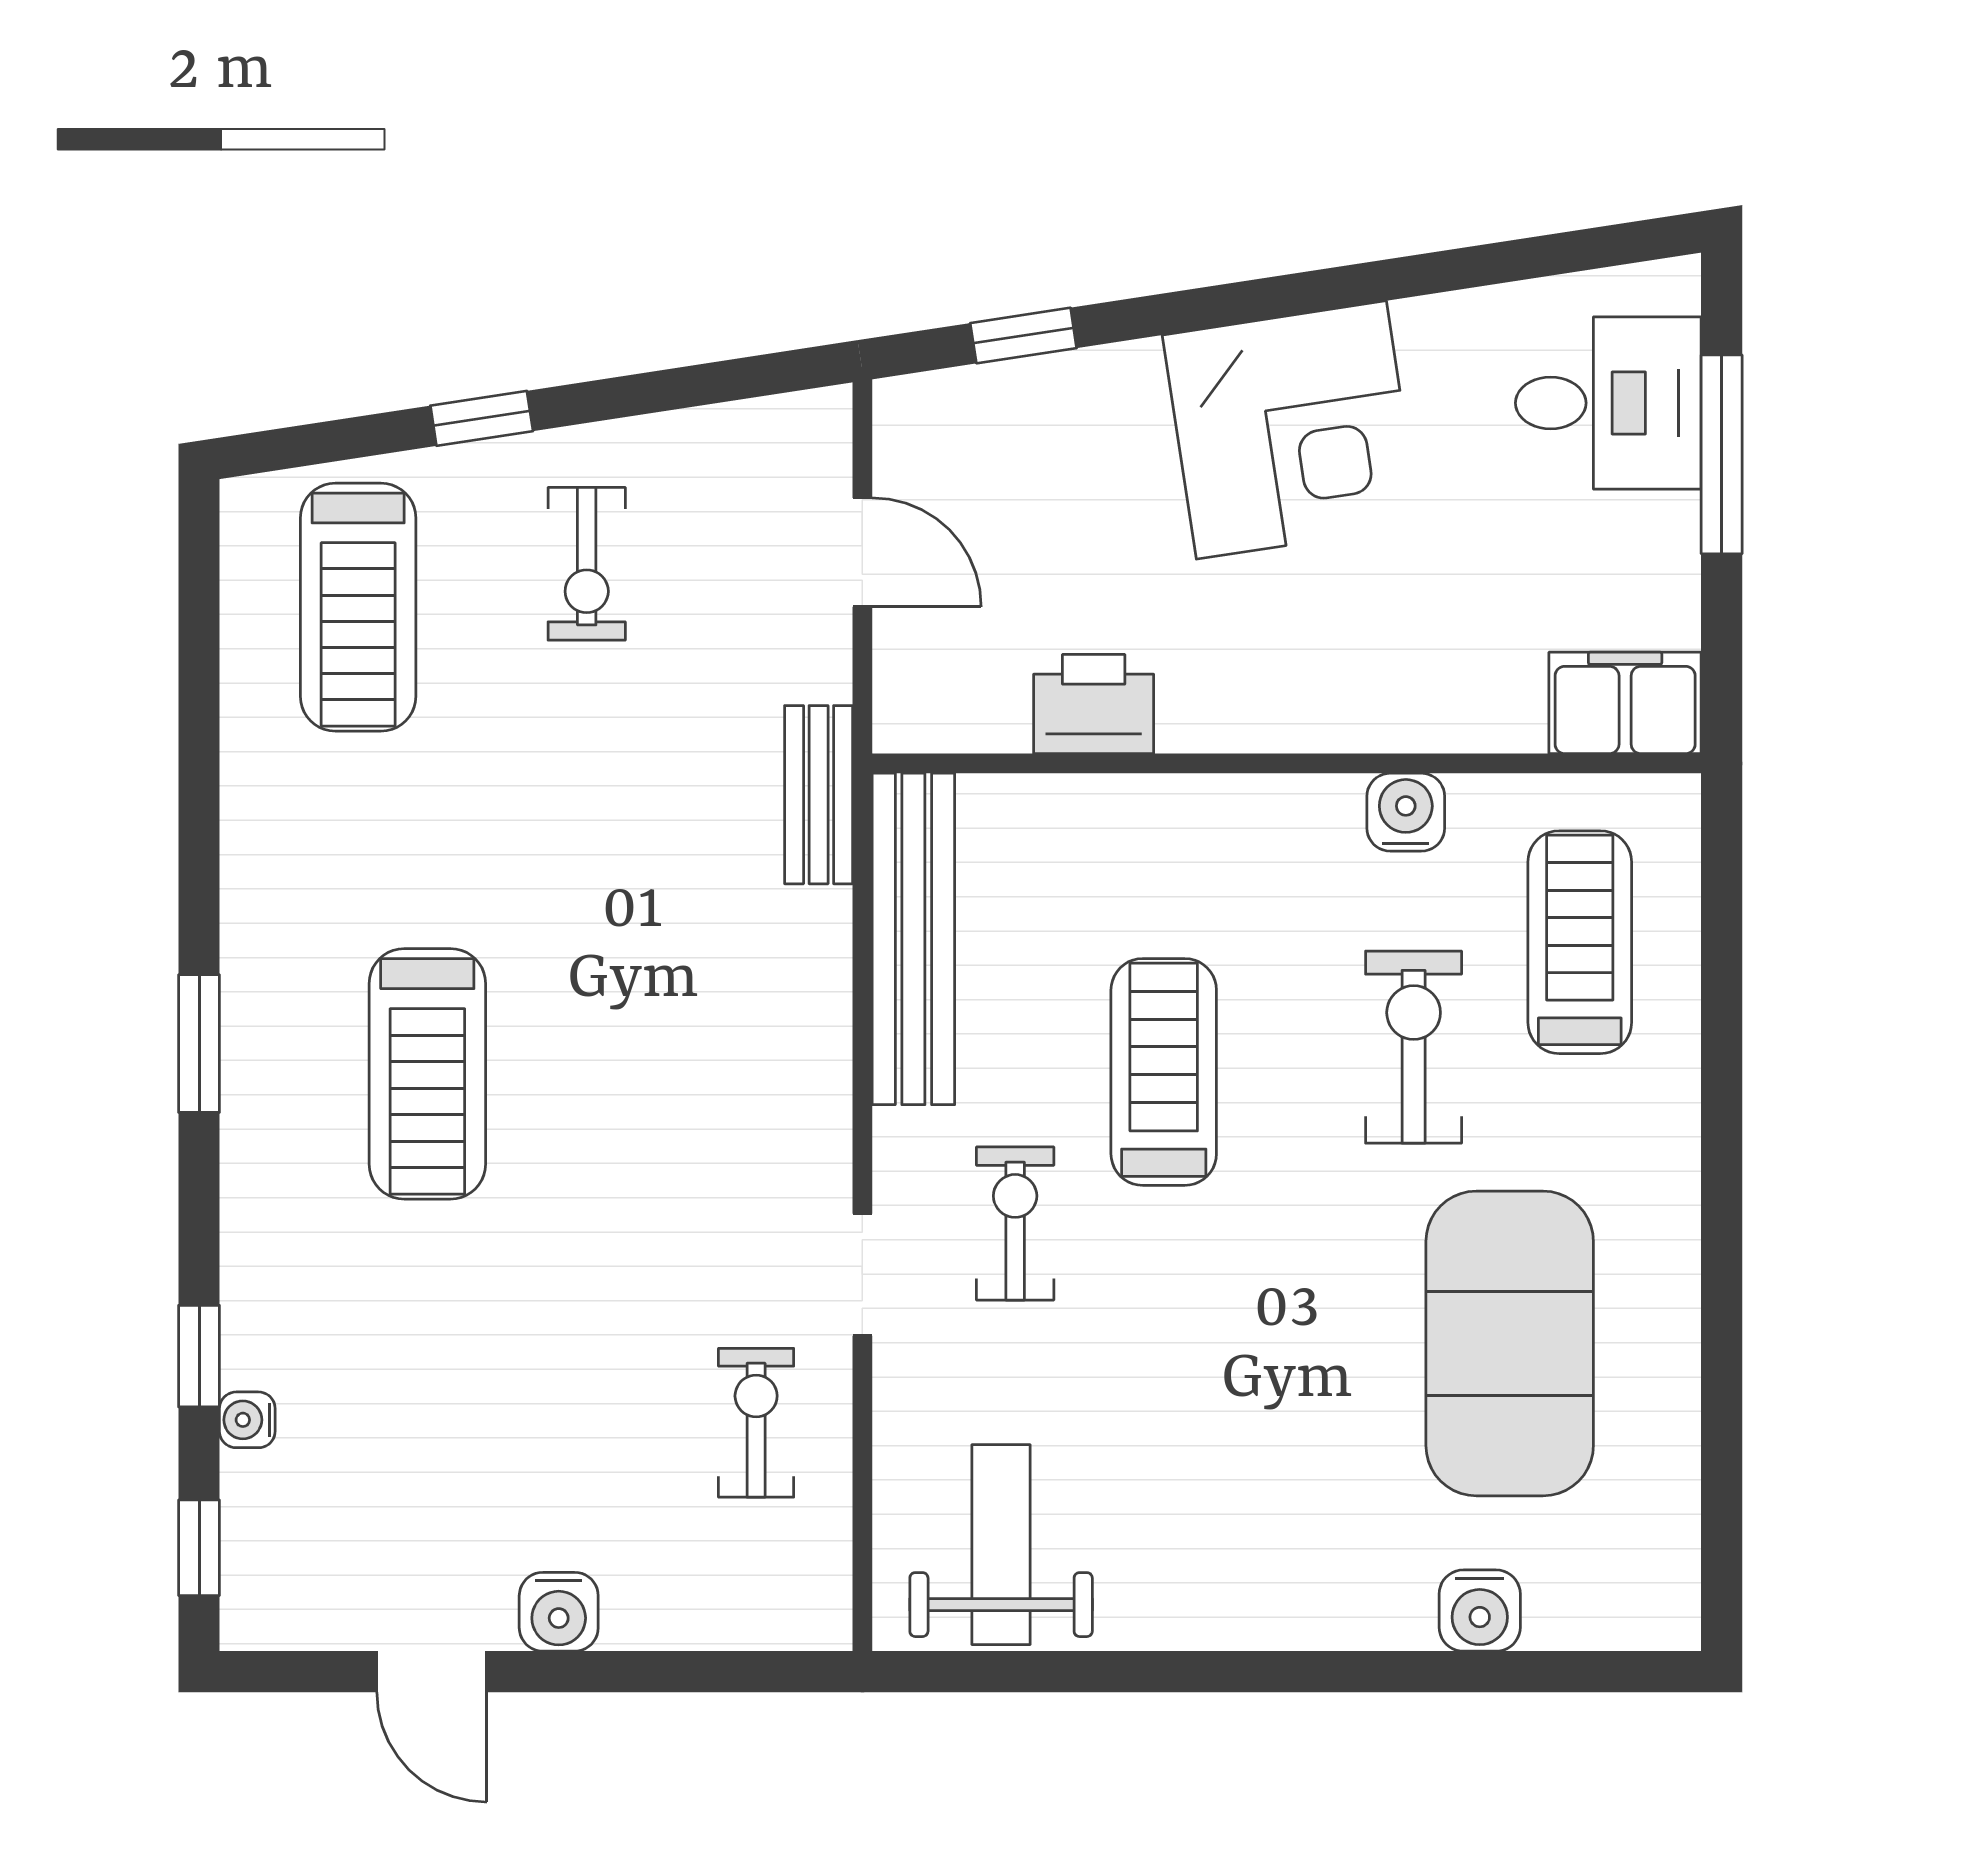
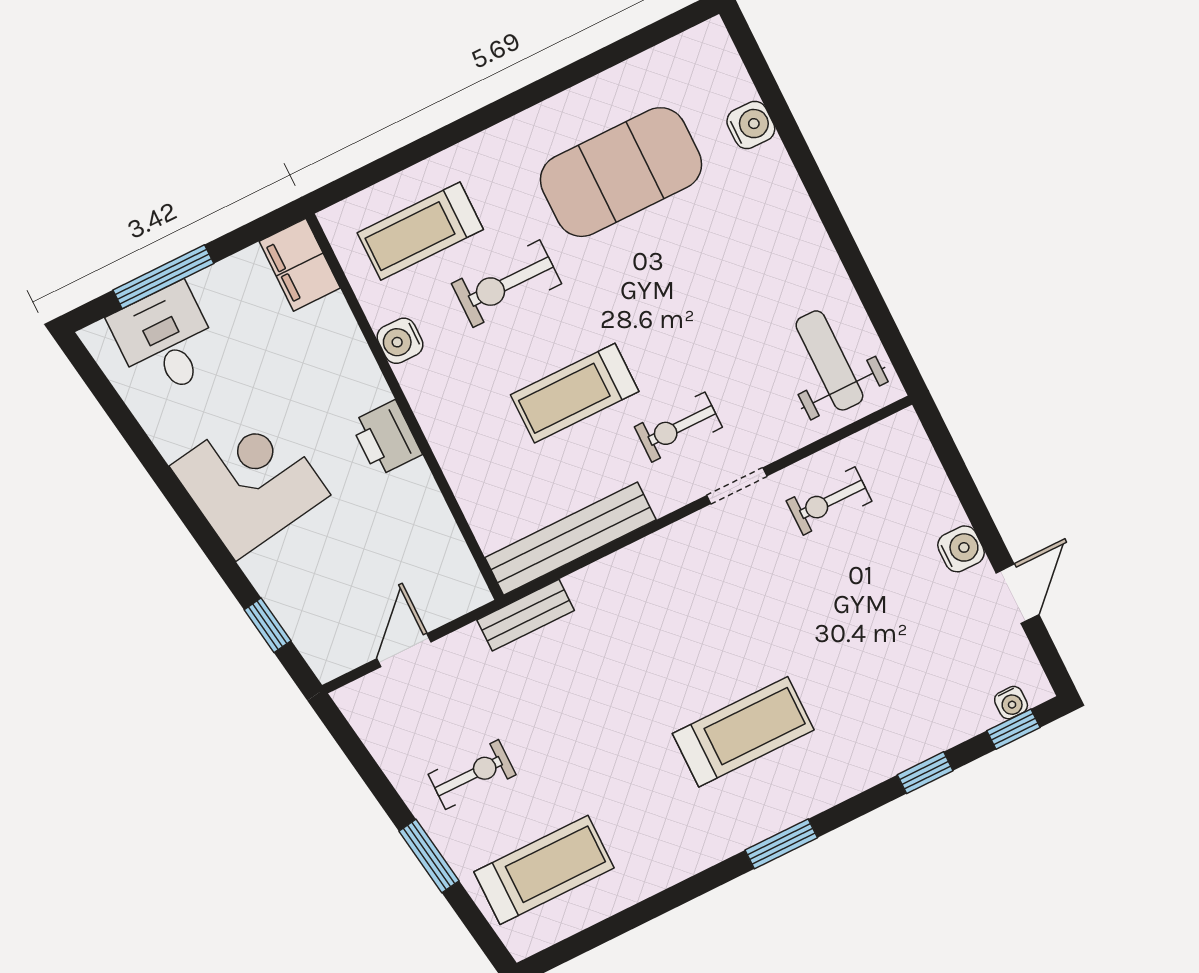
window: (482, 418) -> (429, 856), width x1.50
printer: (1094, 704) -> (386, 438), moved
water cooler: (247, 1420) -> (1011, 703), moved
weight bench: (1001, 1545) -> (829, 360), turned 90

